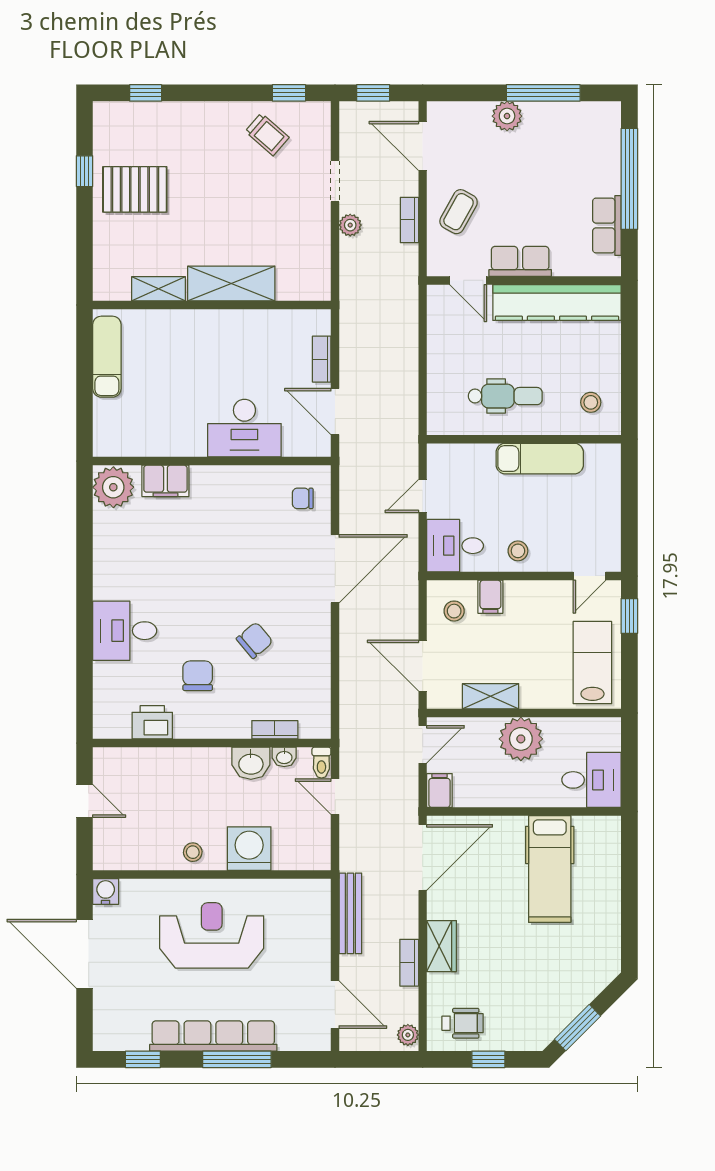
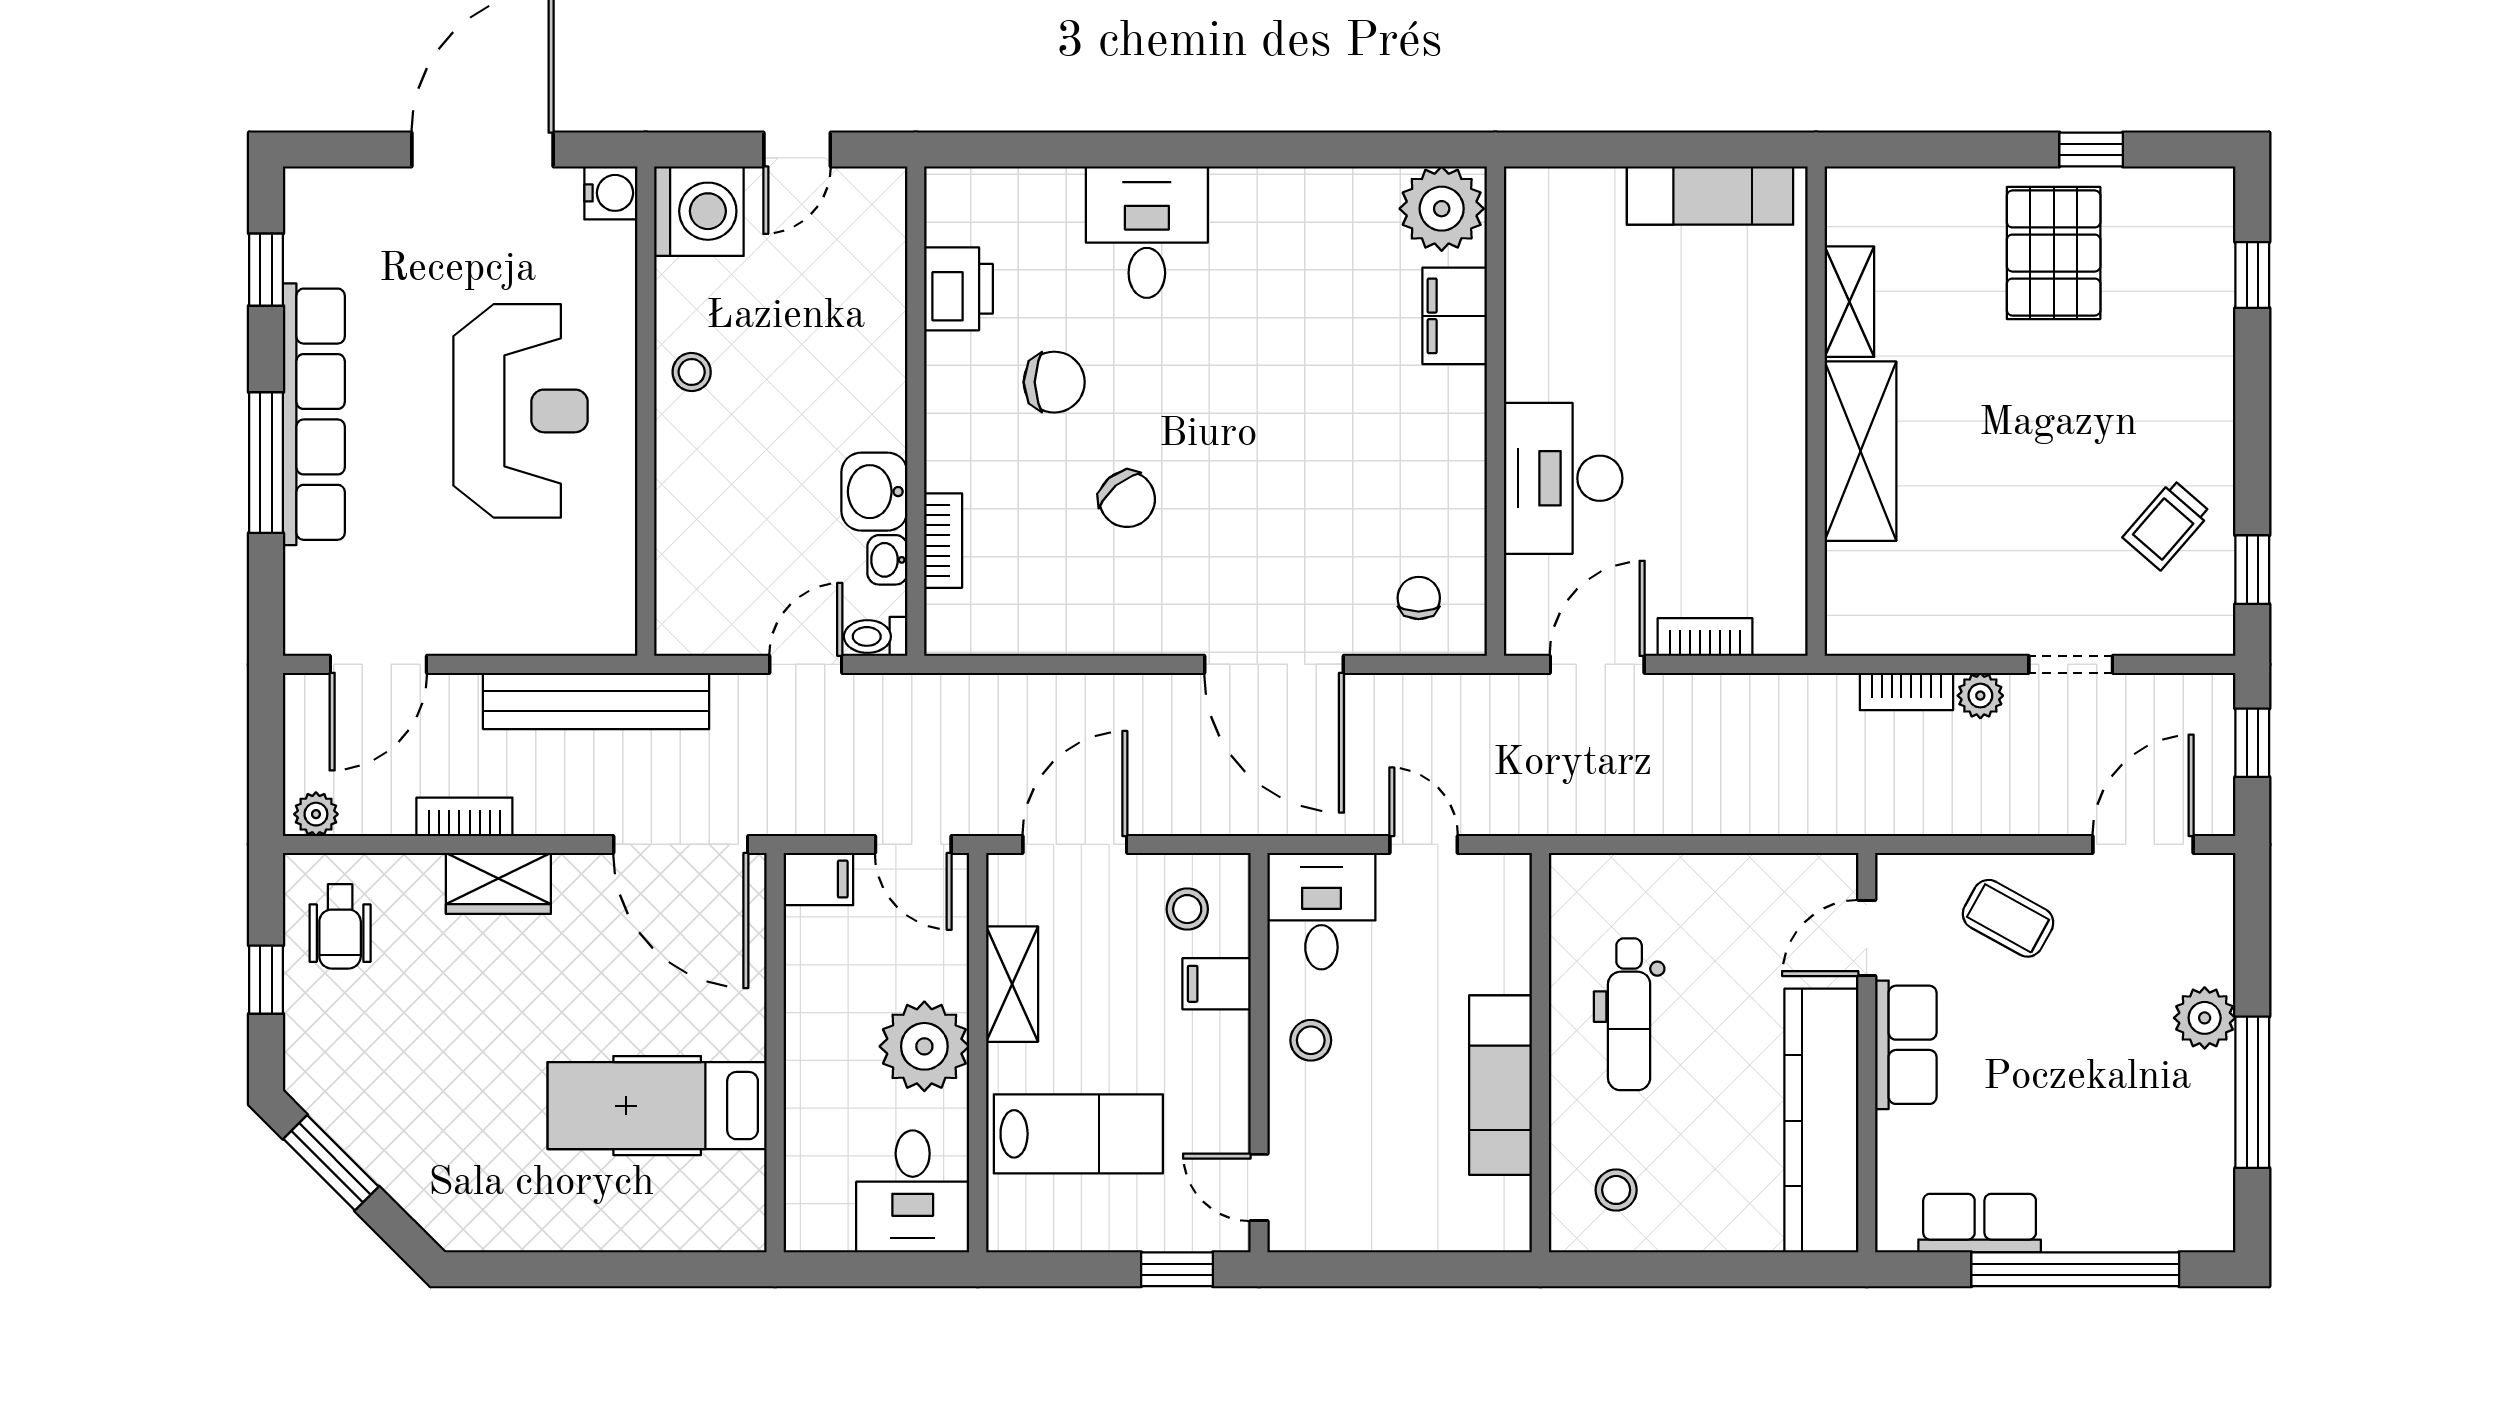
bookcase: (409, 220) -> (1906, 691), moved, turned 180
lab bench: (592, 663) -> (1078, 1134), moved
desk: (591, 780) -> (913, 1191), moved
washing machine: (249, 849) -> (699, 211), moved
bench: (350, 913) -> (596, 701), width x1.37, depth x1.21

